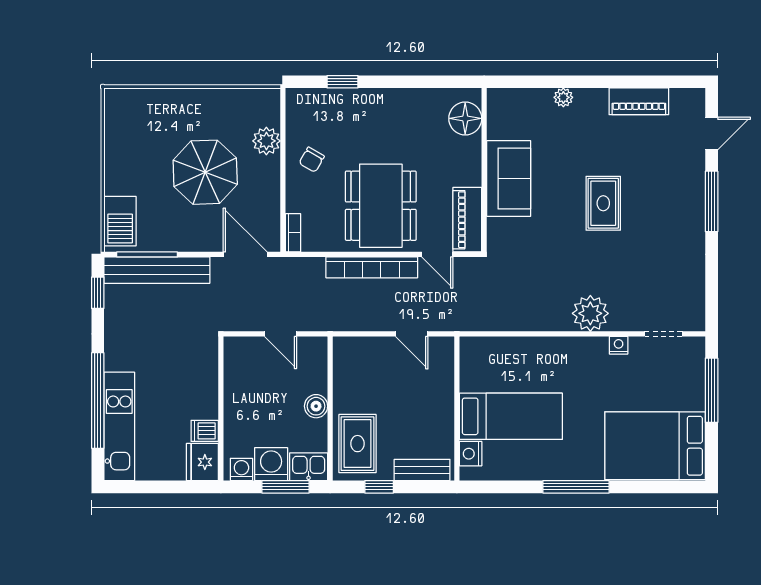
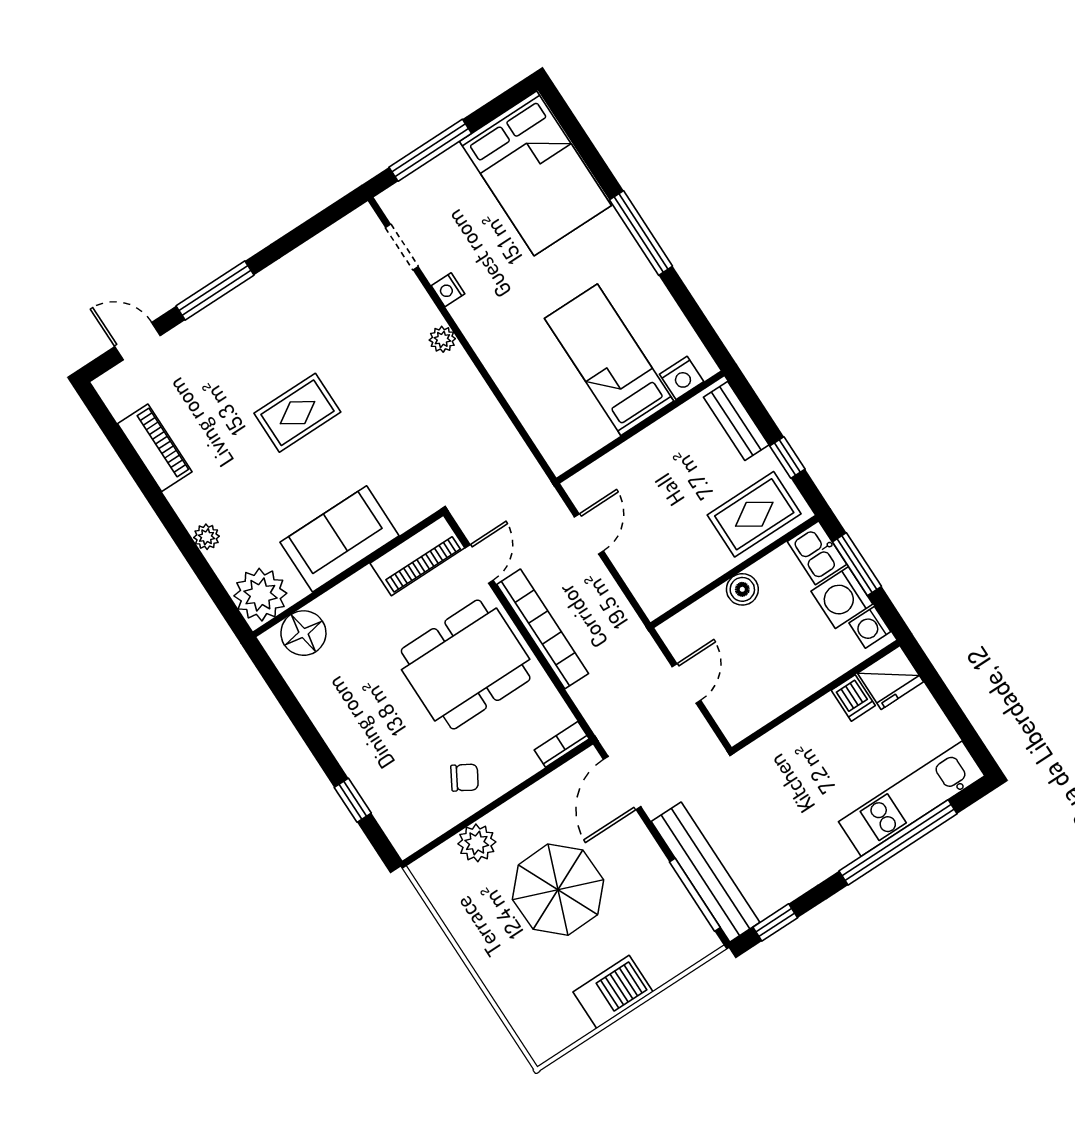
plant: (506, 107) -> (260, 595), added
barbecue: (120, 221) -> (613, 992), moved
plant: (590, 313) -> (442, 339), width x0.53, depth x0.53

